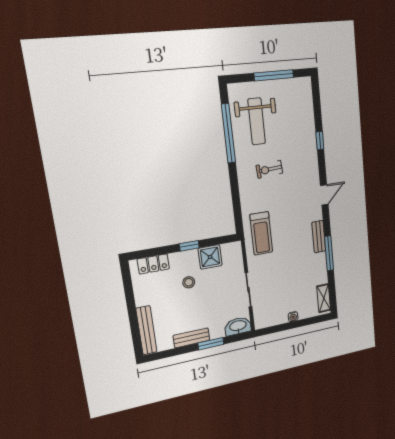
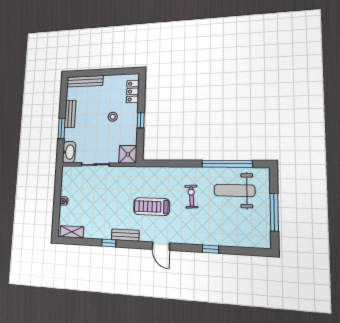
treadmill: (261, 233) -> (152, 207), moved
window: (329, 253) -> (109, 243), width x0.46
shower: (210, 257) -> (128, 154), moved

